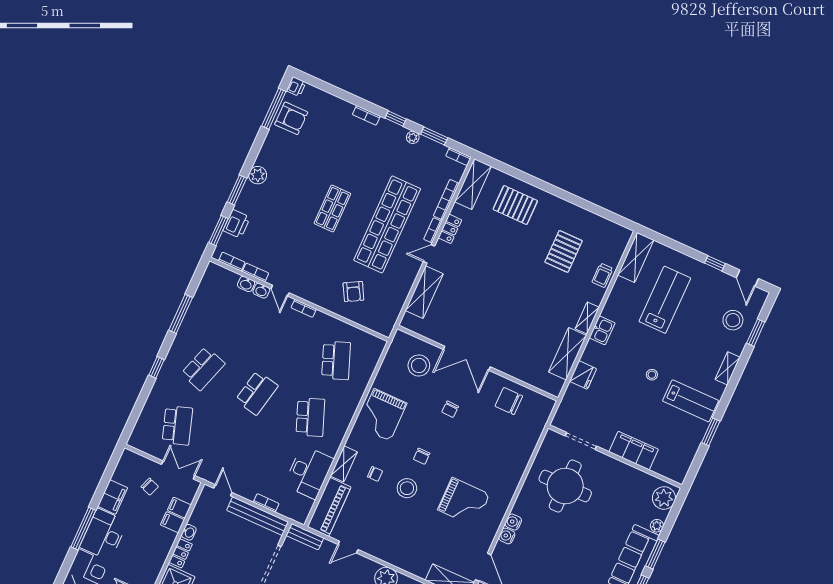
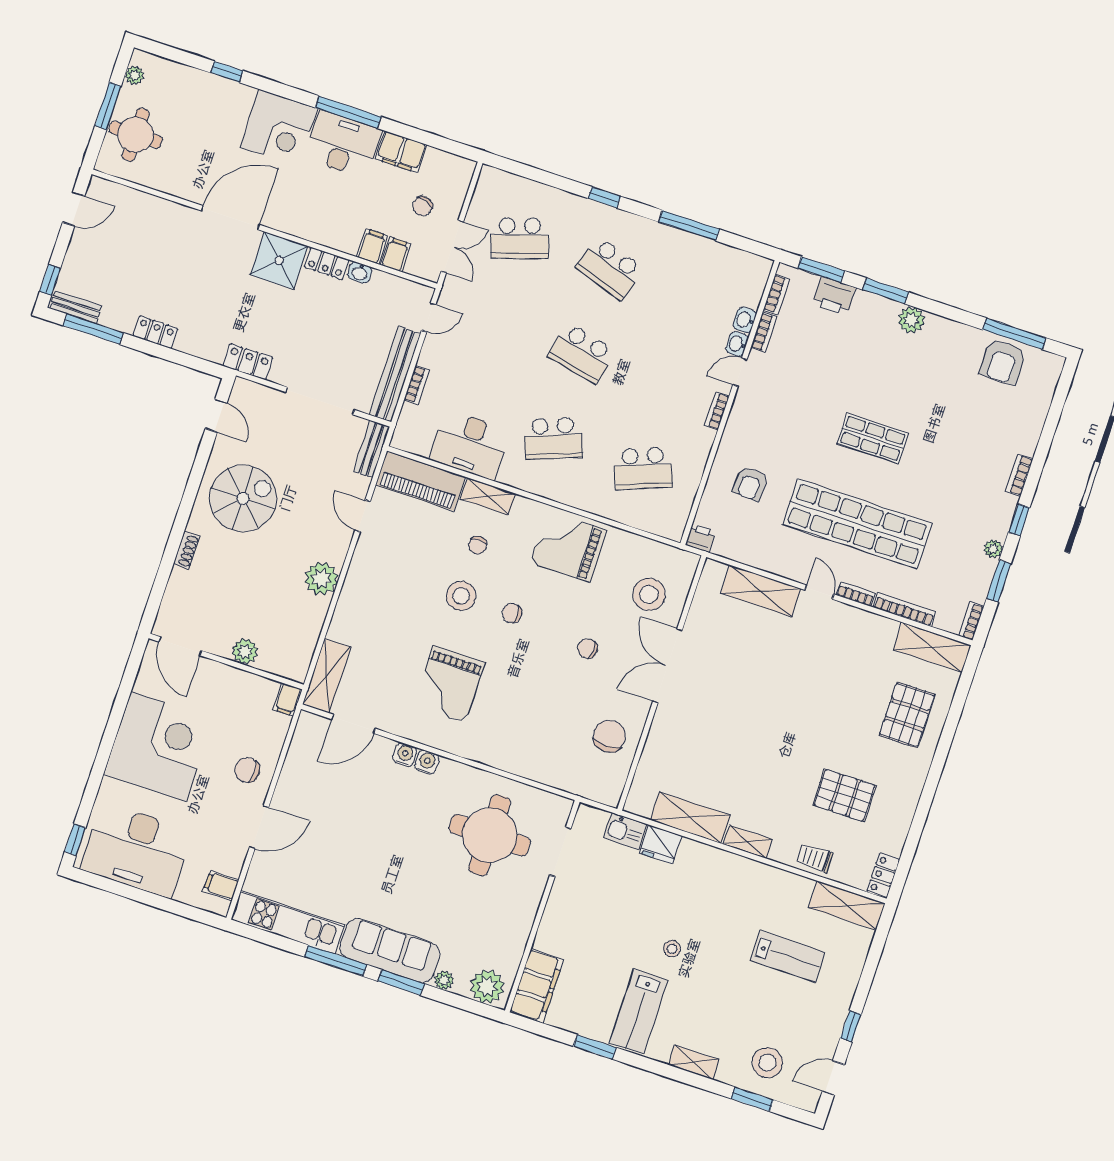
printer: (296, 87) -> (700, 538), moved, turned 180
locker: (450, 229) -> (883, 875), moved, turned 90
armchair: (353, 292) -> (750, 484), turned -58
lab bench: (665, 300) -> (787, 956), width x0.73, depth x0.72
kitchen sink: (602, 330) -> (625, 831), moved
filing cabinet: (634, 451) -> (537, 986), moved

